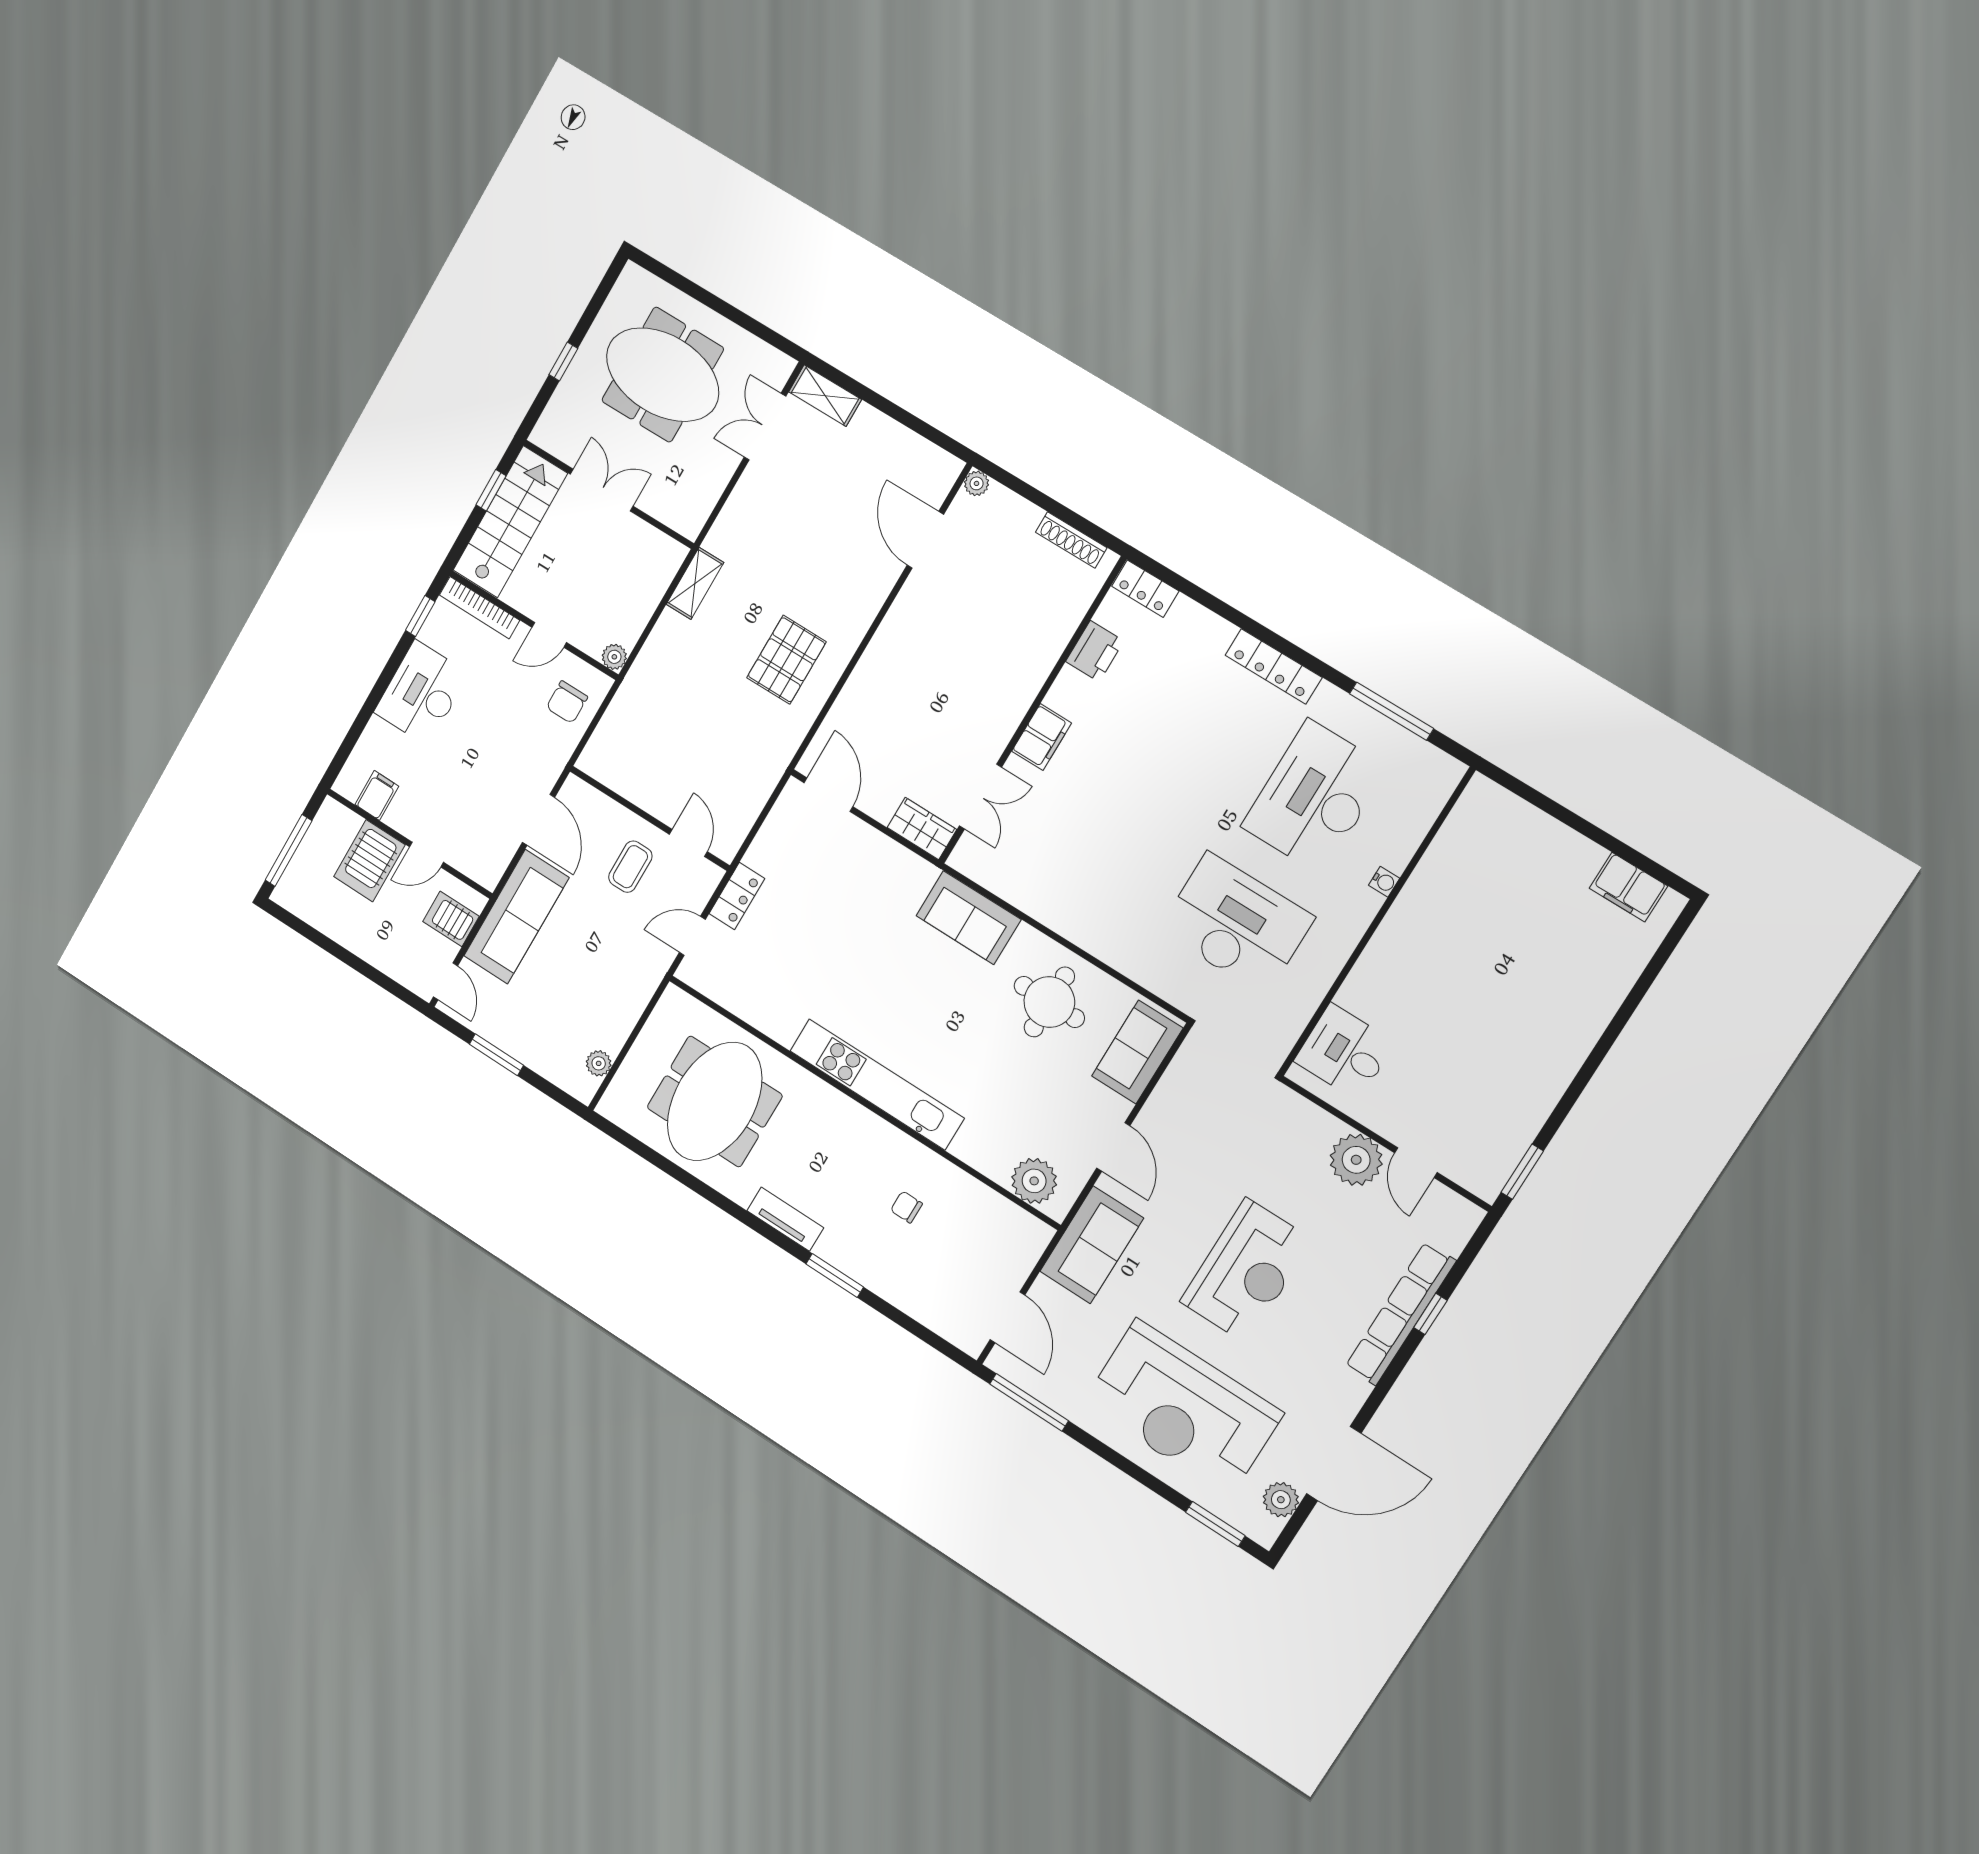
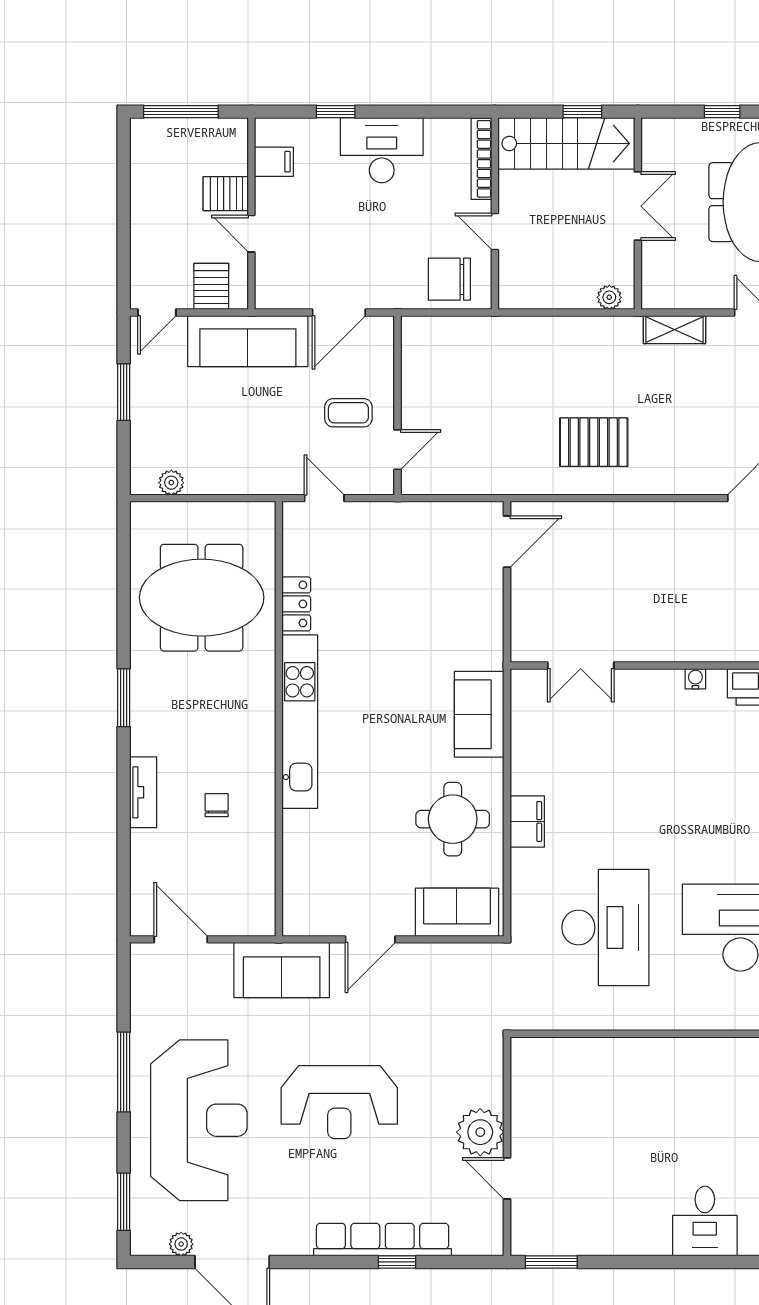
shelving: (695, 583) -> (674, 330), moved
window: (420, 616) -> (336, 112), moved
plant: (614, 657) -> (609, 297), moved
chair: (567, 702) -> (449, 279), width x1.37, depth x1.37
filing cabinet: (1042, 737) -> (527, 821), moved, turned -90
wardrobe: (922, 829) -> (527, 634), removed
server rack: (369, 861) -> (226, 194), width x0.73, depth x0.70
water cooler: (1384, 882) -> (695, 679), moved, turned 180
locker: (737, 896) -> (296, 604), moved, turned -90
desk: (1344, 1052) -> (705, 1221), moved, turned 180
door: (1416, 1163) -> (507, 1178), hinge flipped
plant: (1034, 1181) -> (303, 894), removed
tv unit: (785, 1219) -> (143, 792), moved
window: (835, 1276) -> (124, 698), moved
door: (1008, 1317) -> (181, 939), swing flipped
window: (1029, 1402) -> (124, 1072), moved
reception desk: (1183, 1408) -> (199, 1120), turned 180
plant: (1281, 1500) -> (181, 1244), width x0.73, depth x0.73

